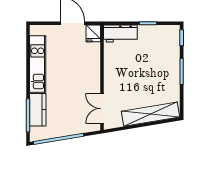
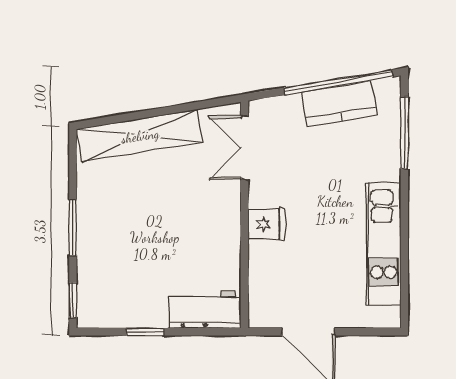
fridge: (93, 33) -> (266, 224), moved, turned 90
double door: (102, 109) -> (245, 148), swing flipped
kitchen counter: (38, 110) -> (339, 104), moved, turned -99

